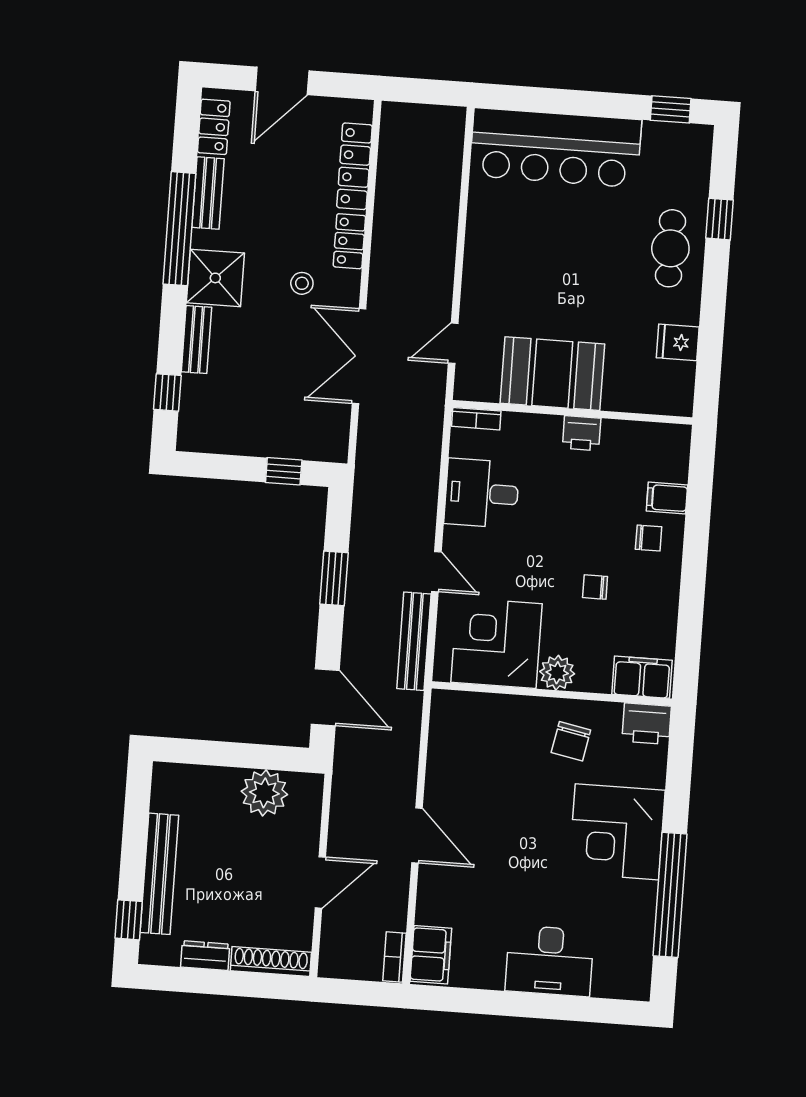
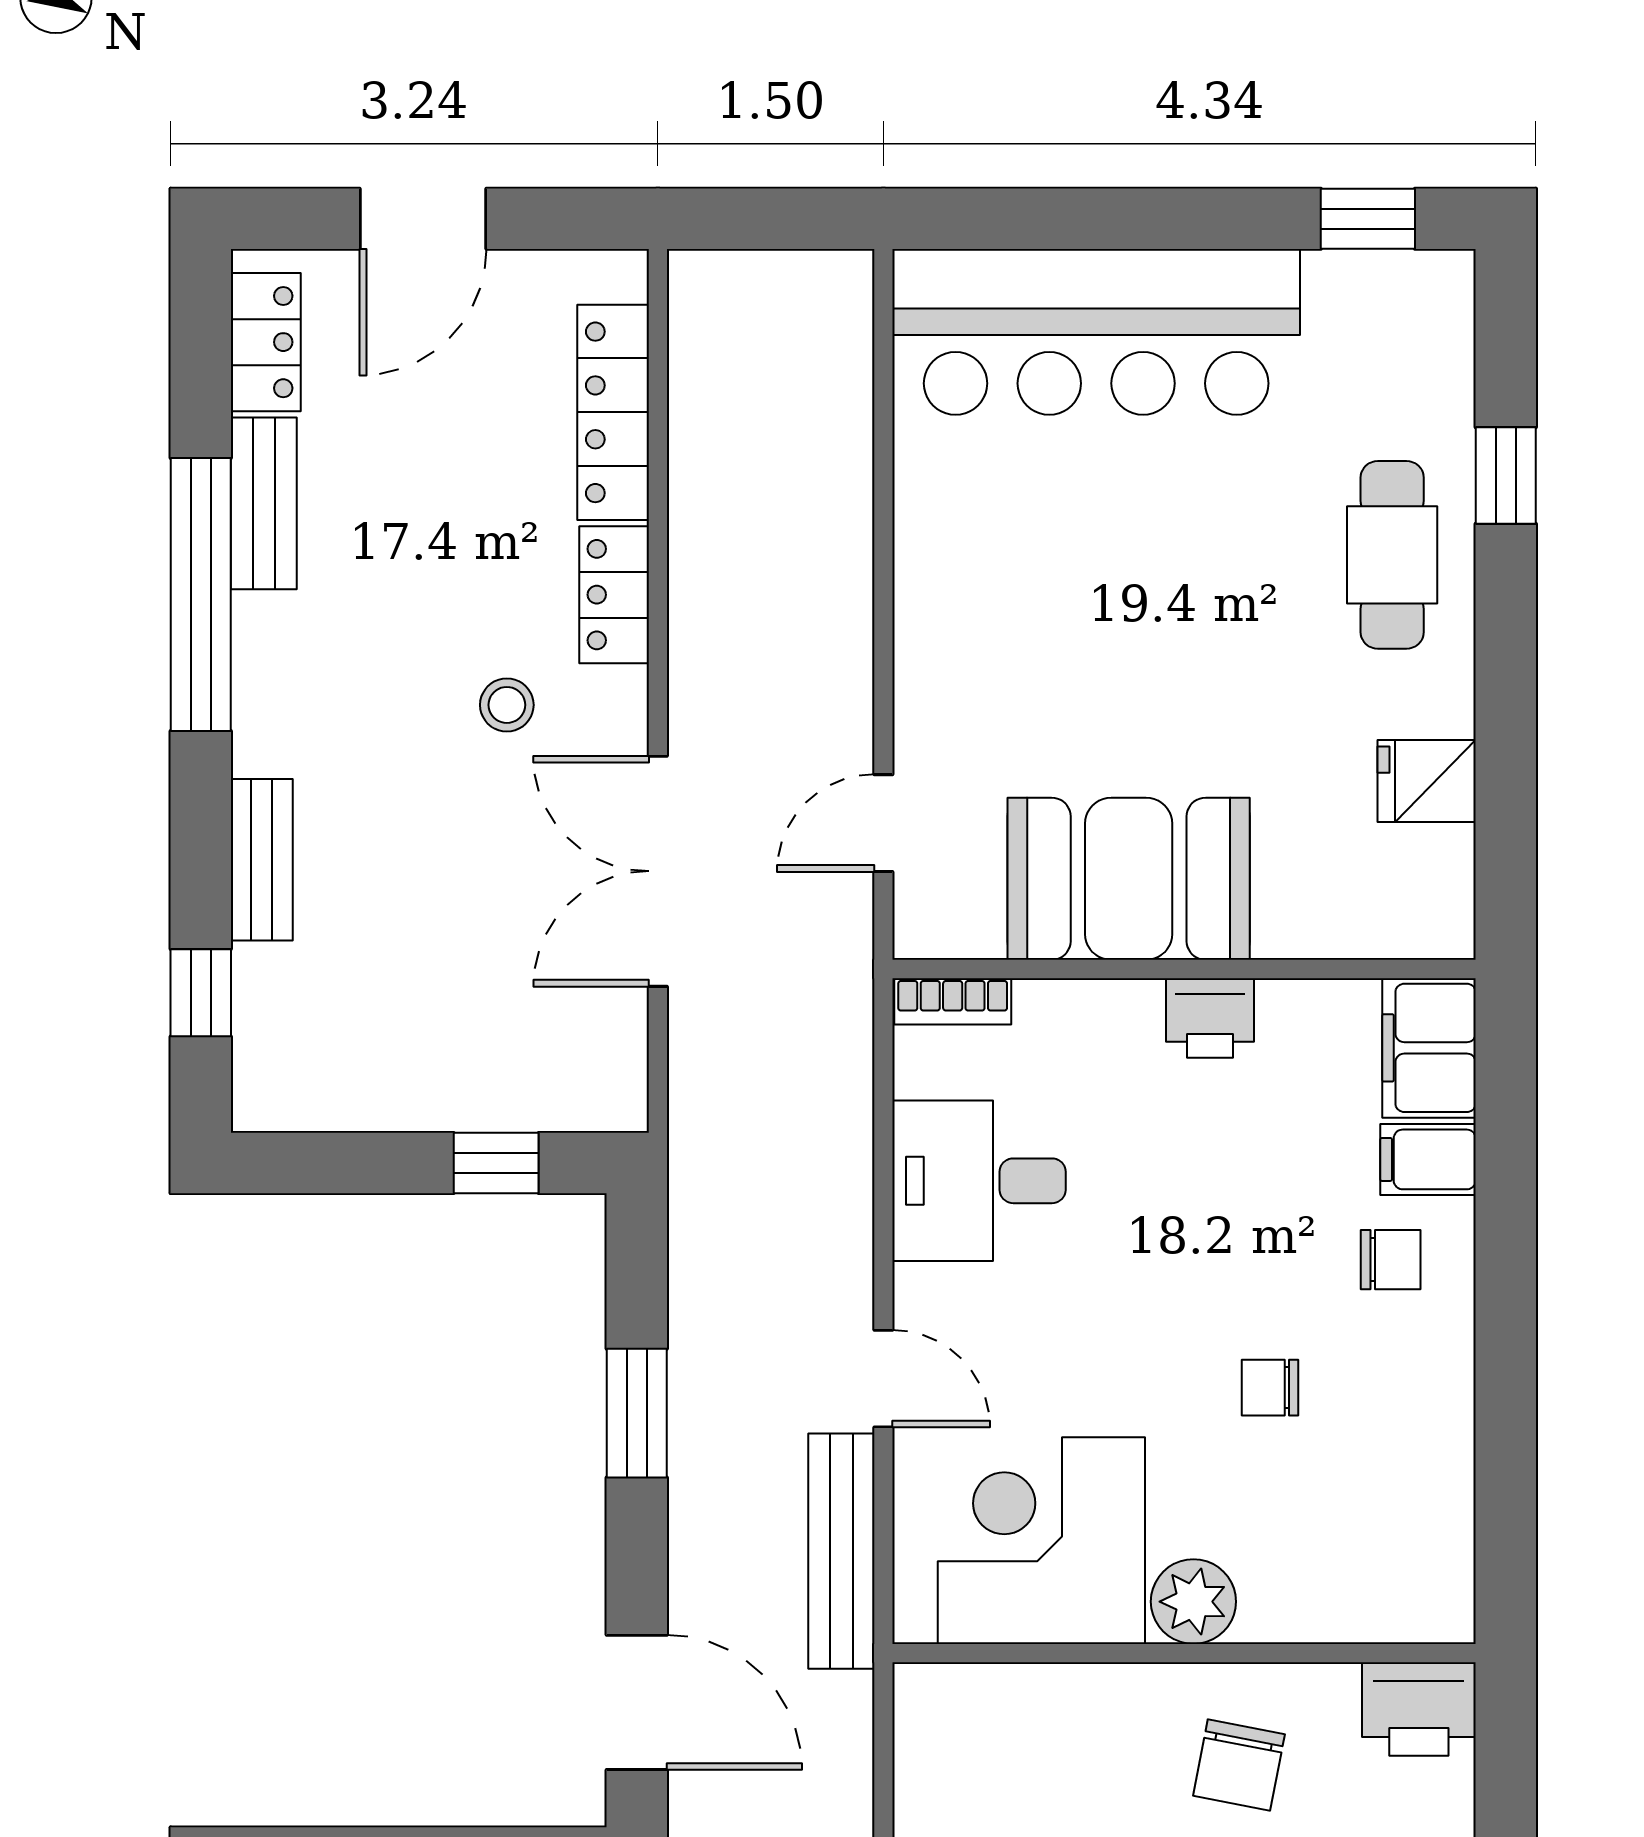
shower: (215, 278) -> (296, 707), removed
filing cabinet: (642, 677) -> (1429, 1048), moved, turned -90

